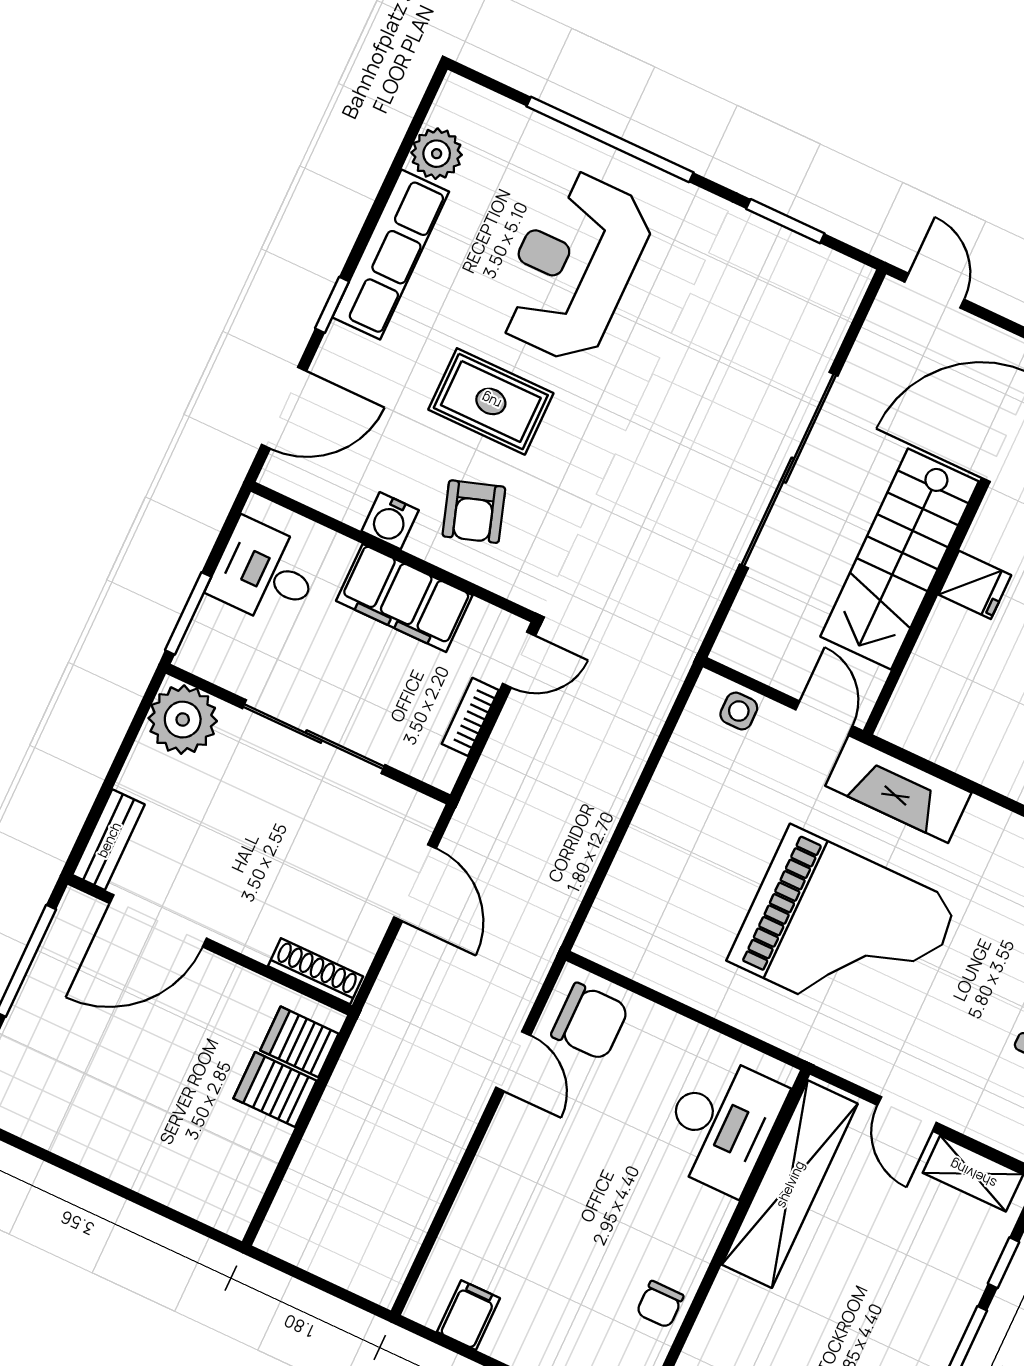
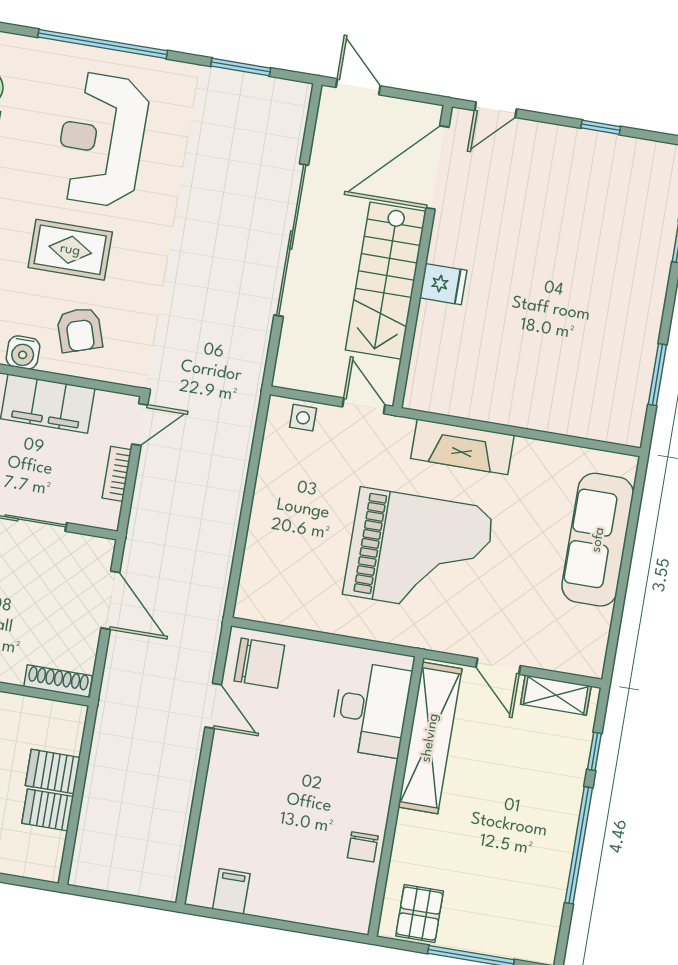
fireplace: (898, 789) -> (462, 447), moved
server rack: (299, 1042) -> (48, 810), moved

